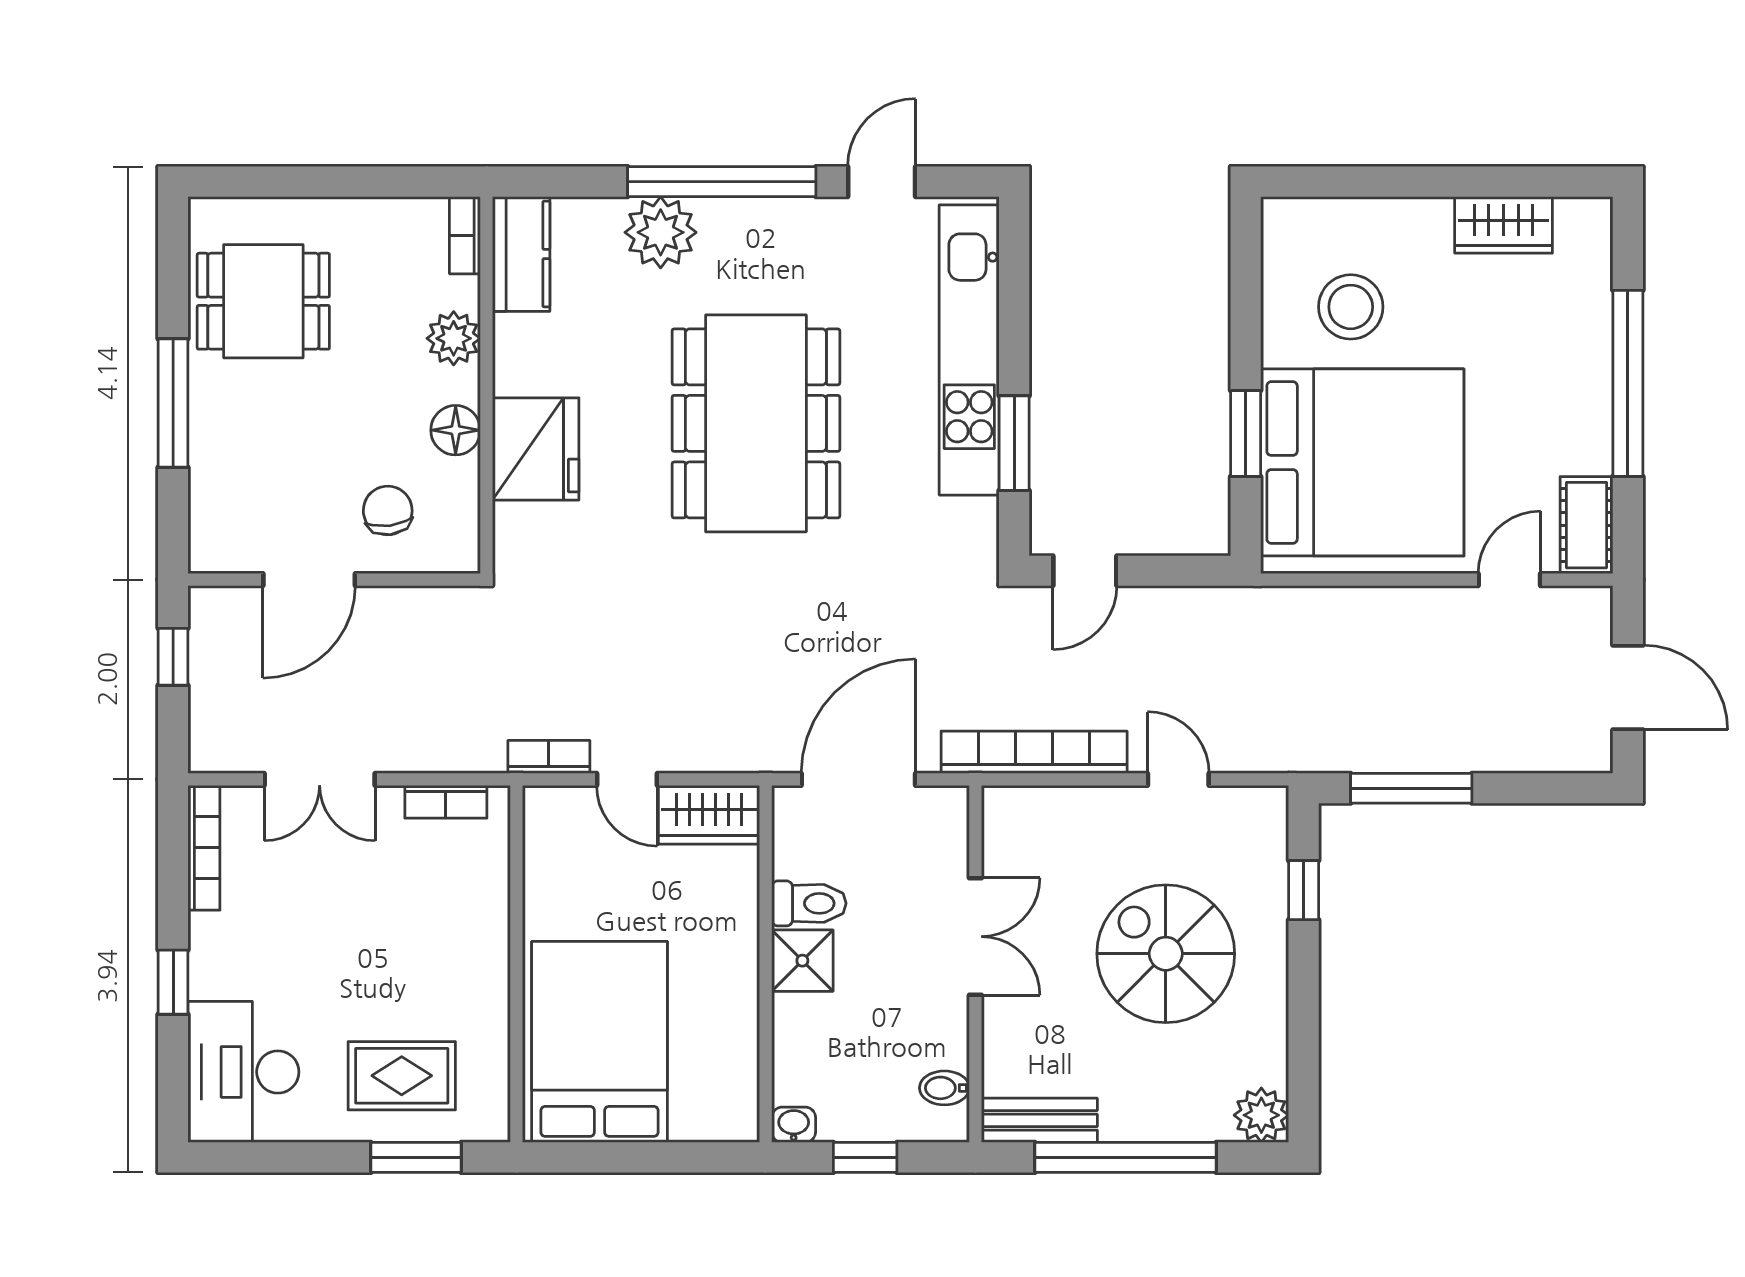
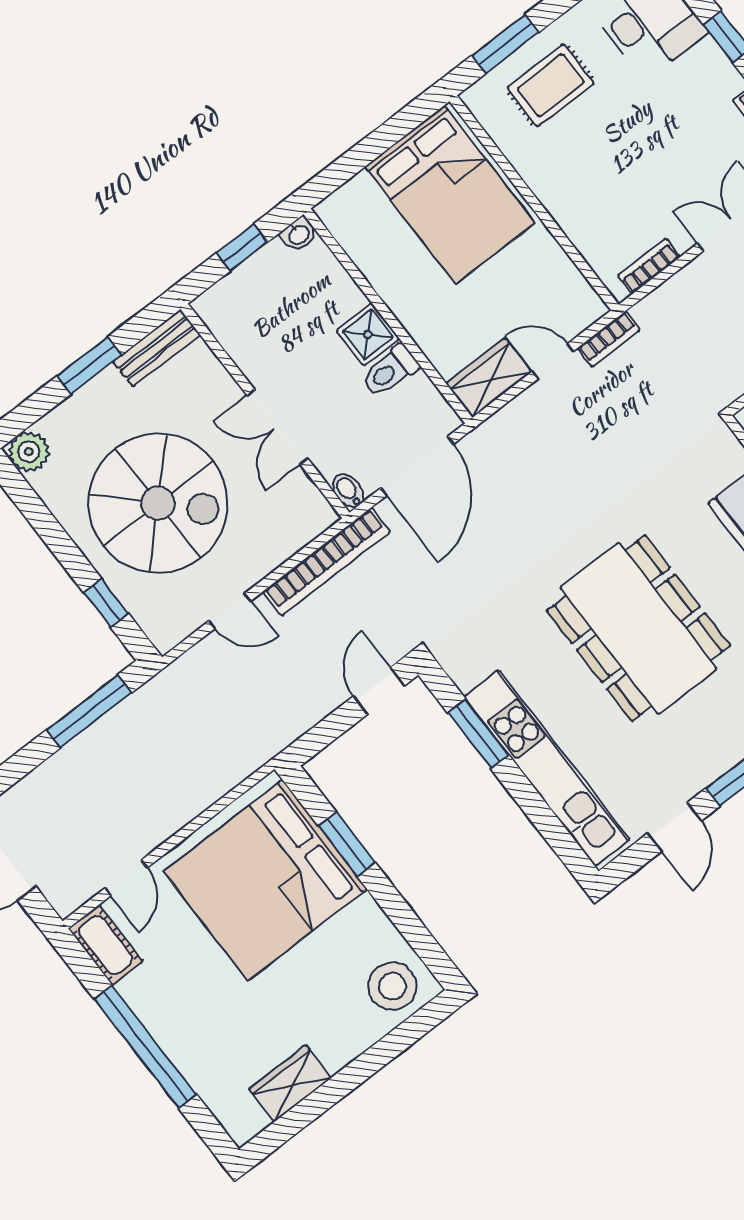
stool: (1351, 307) -> (392, 986), moved
spiral stairs: (1166, 954) -> (158, 503), width x1.37, depth x1.37
bidet: (944, 1088) -> (348, 491), moved, turned -90
window: (1126, 1157) -> (89, 365), width x0.47

